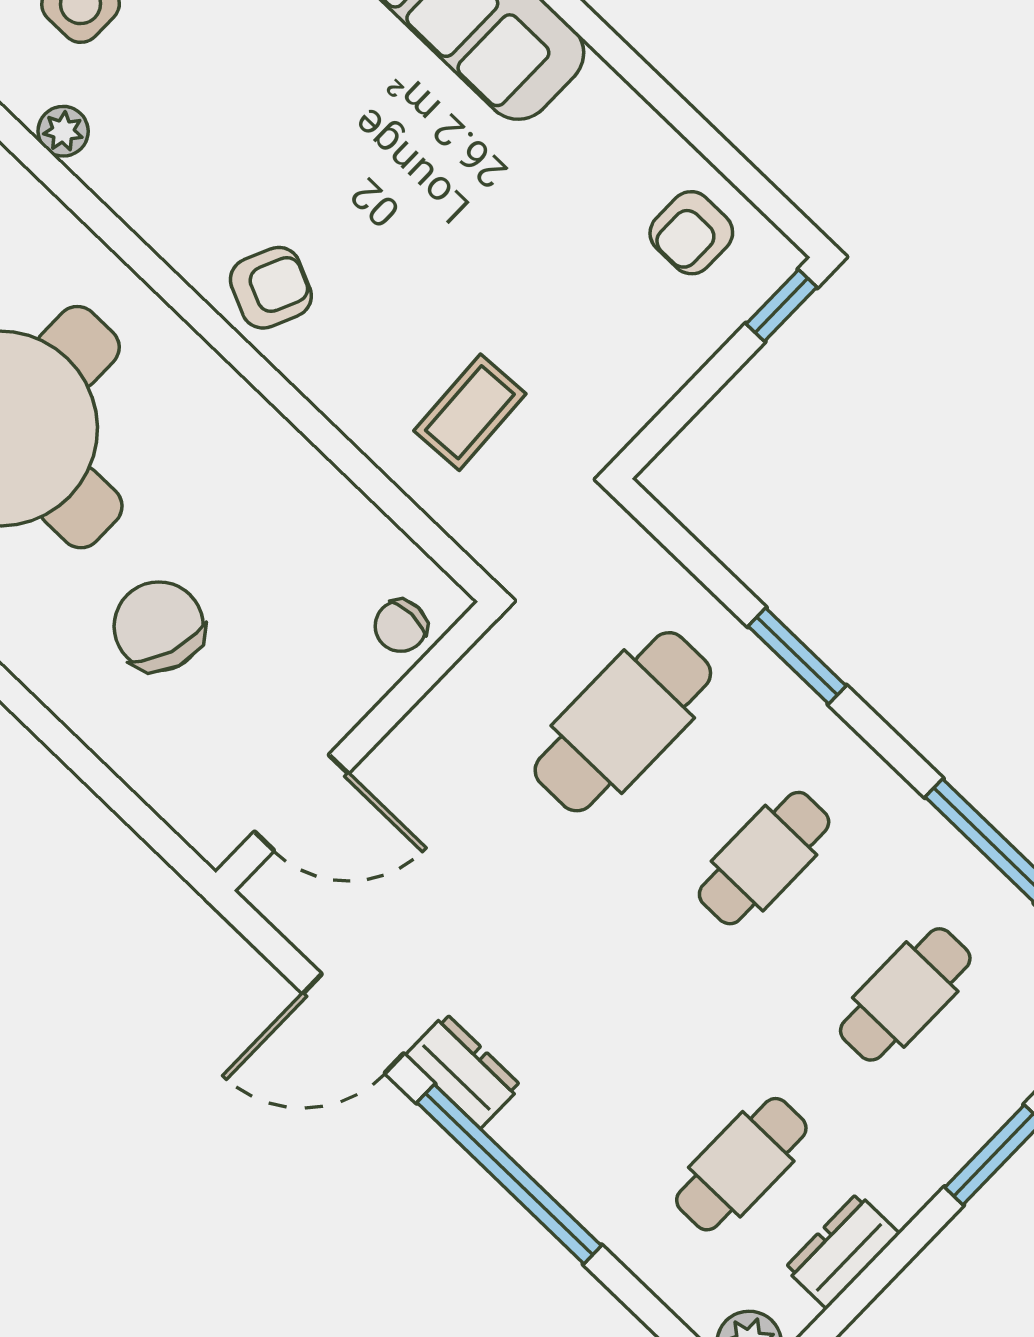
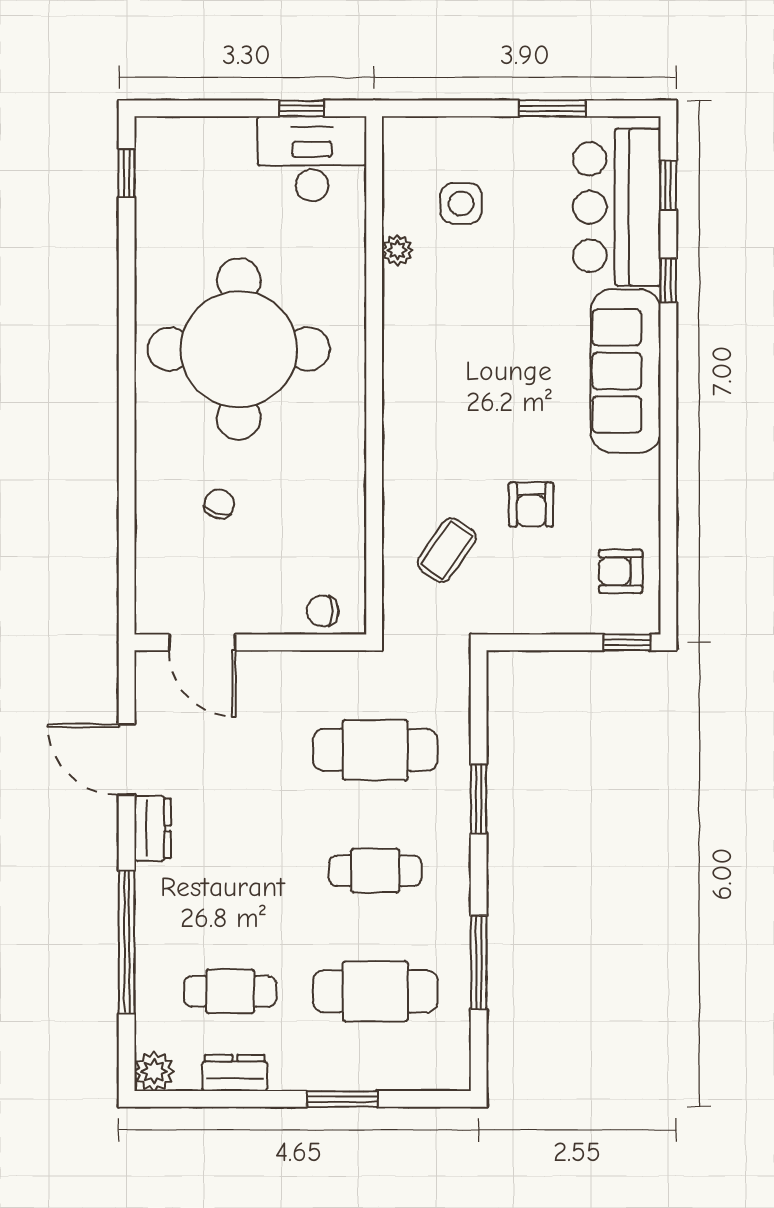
armchair: (271, 288) -> (531, 504), moved, turned 66
coffee table: (470, 412) -> (447, 550), turned -52
chair: (159, 626) -> (219, 504), width x0.54, depth x0.54
cafe table: (905, 994) -> (375, 991), width x1.37, depth x1.35
window: (509, 1174) -> (127, 942), moved

